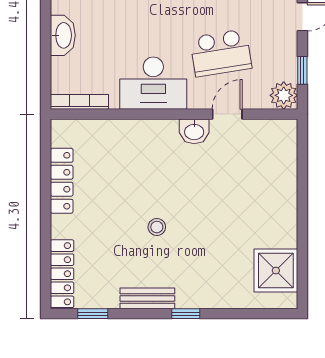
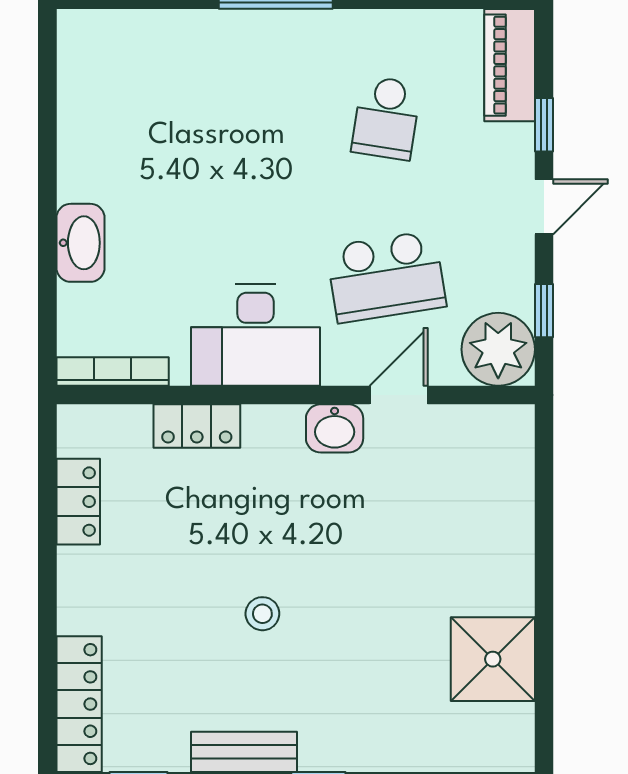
plant: (284, 95) -> (498, 349), width x1.36, depth x1.36
locker: (123, 130) -> (197, 426), added
locker: (62, 181) -> (78, 502), width x0.66
shower: (276, 271) -> (493, 659), moved

